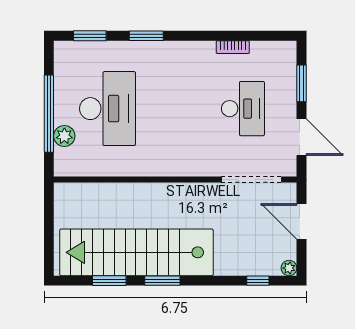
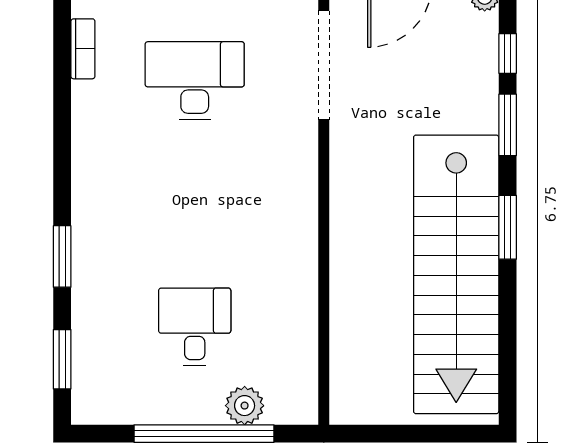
bookcase: (233, 47) -> (83, 49), moved
desk: (108, 109) -> (195, 327), width x0.53, depth x0.77
window: (109, 281) -> (508, 125), moved

